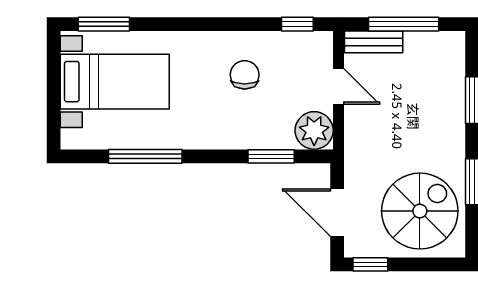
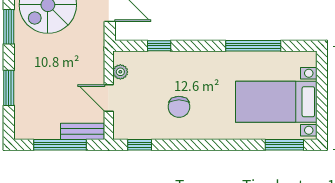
plant: (314, 130) -> (120, 72), width x0.53, depth x0.53
window: (271, 156) -> (159, 46), width x0.67

